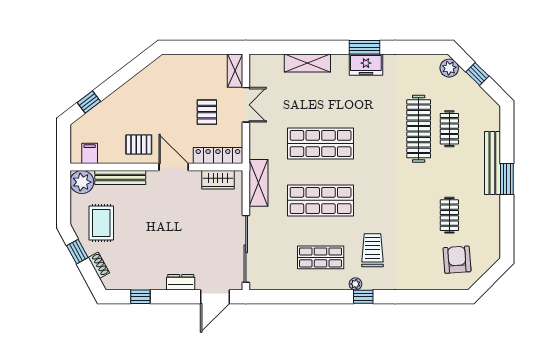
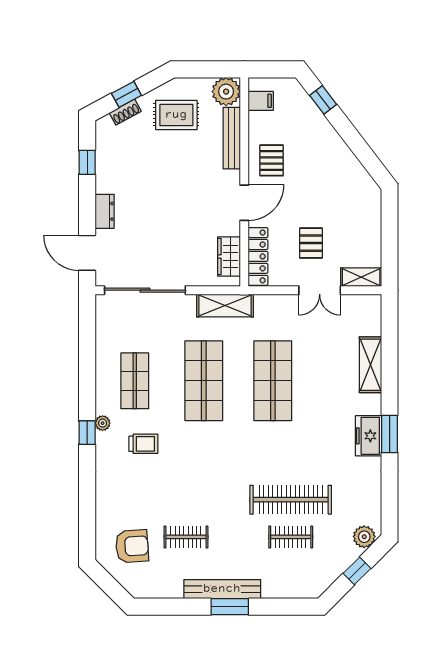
pallet: (207, 112) -> (311, 243), turned 90
bench: (492, 163) -> (222, 589), moved
trolley: (372, 250) -> (143, 444), width x0.73, depth x0.72
window: (77, 252) -> (126, 94), moved

